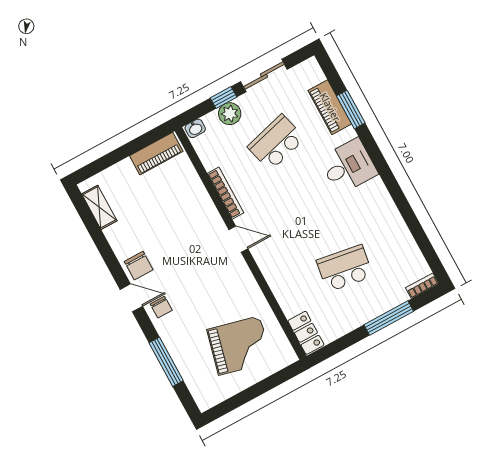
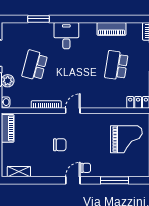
piano: (330, 107) -> (111, 29), moved
school desk: (276, 143) -> (35, 65), turned 30
chair: (139, 266) -> (60, 145), moved
grand piano: (239, 346) -> (126, 139), turned 76

